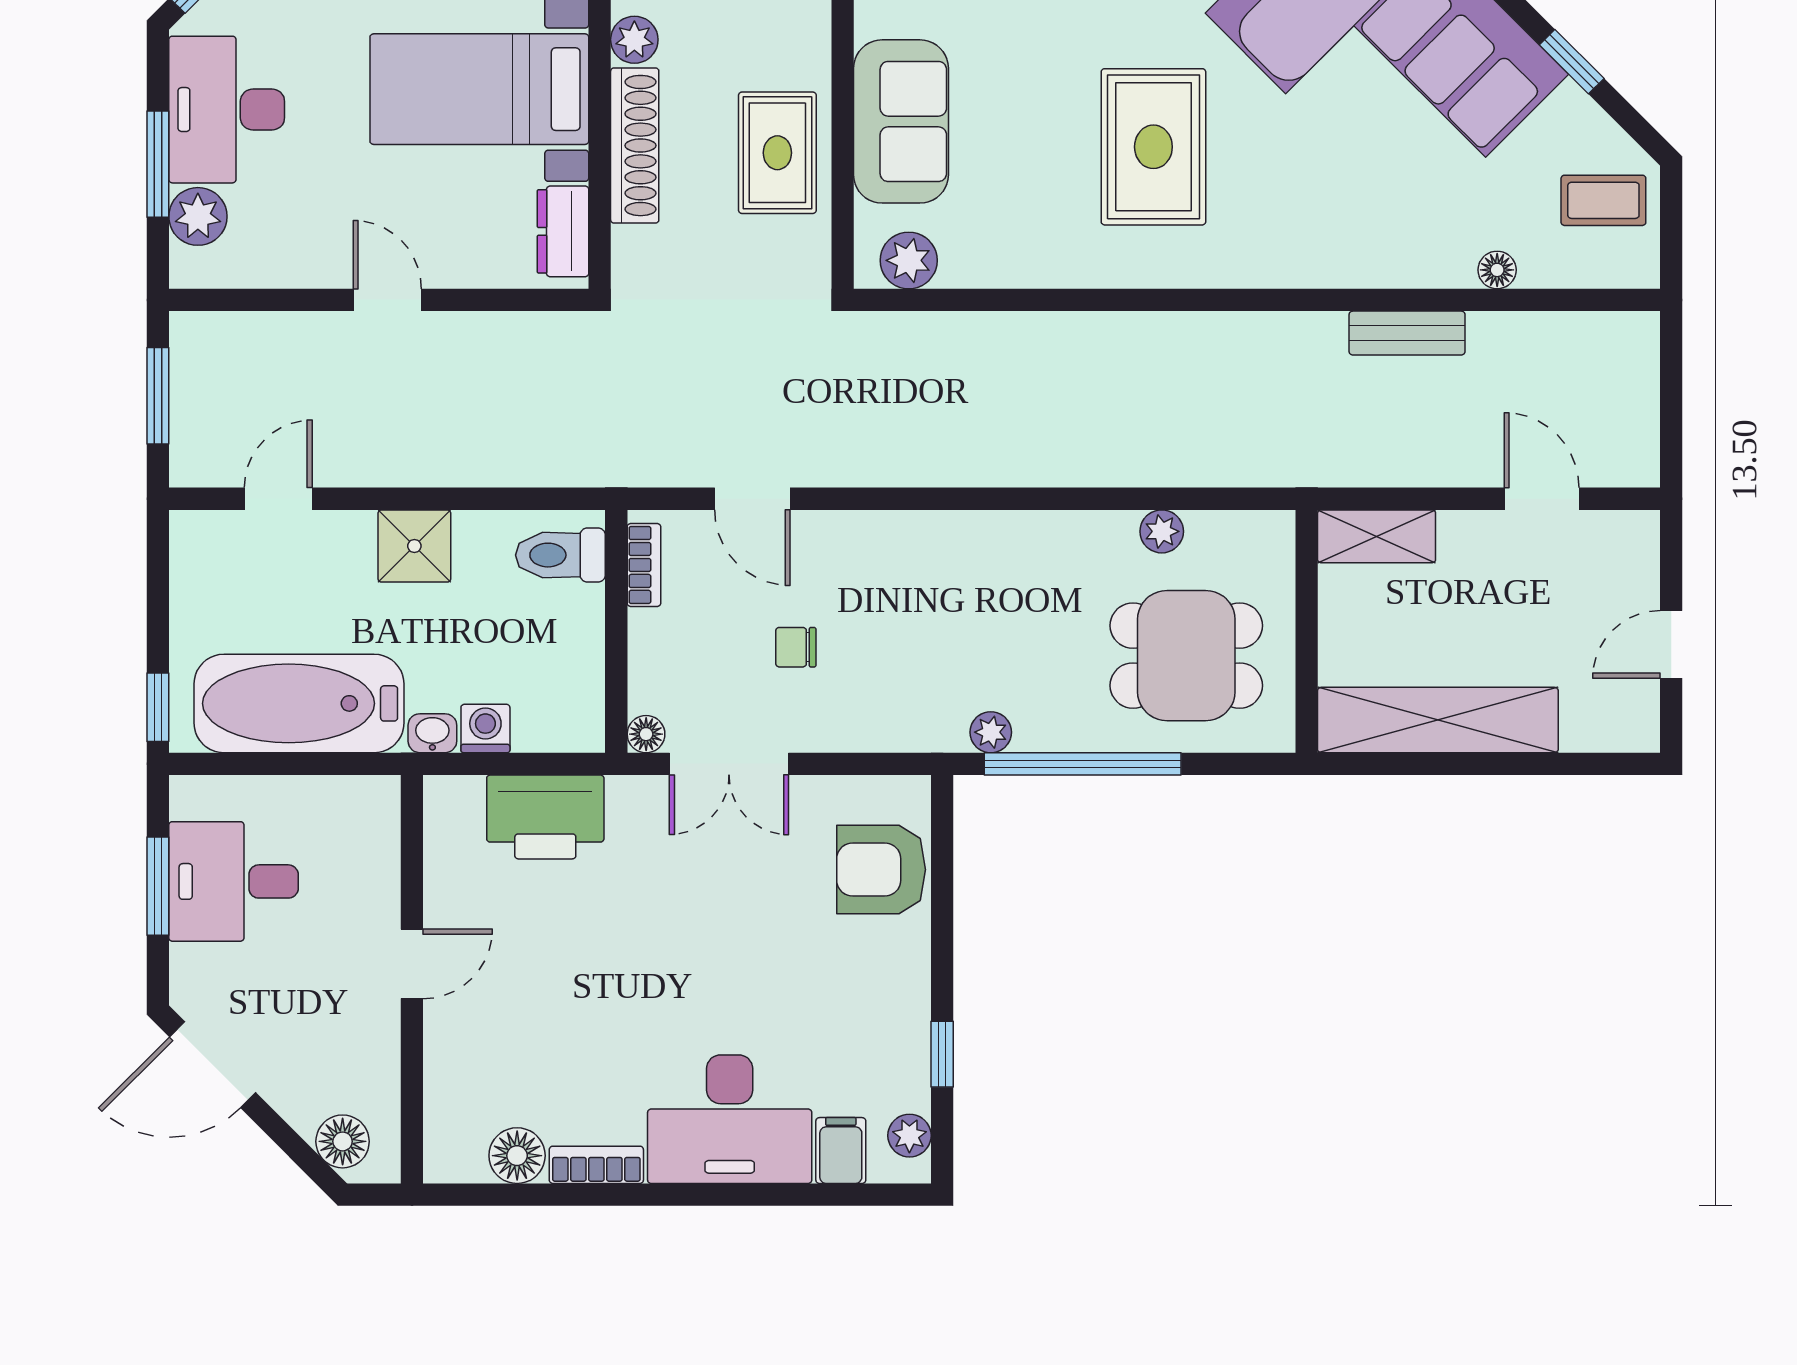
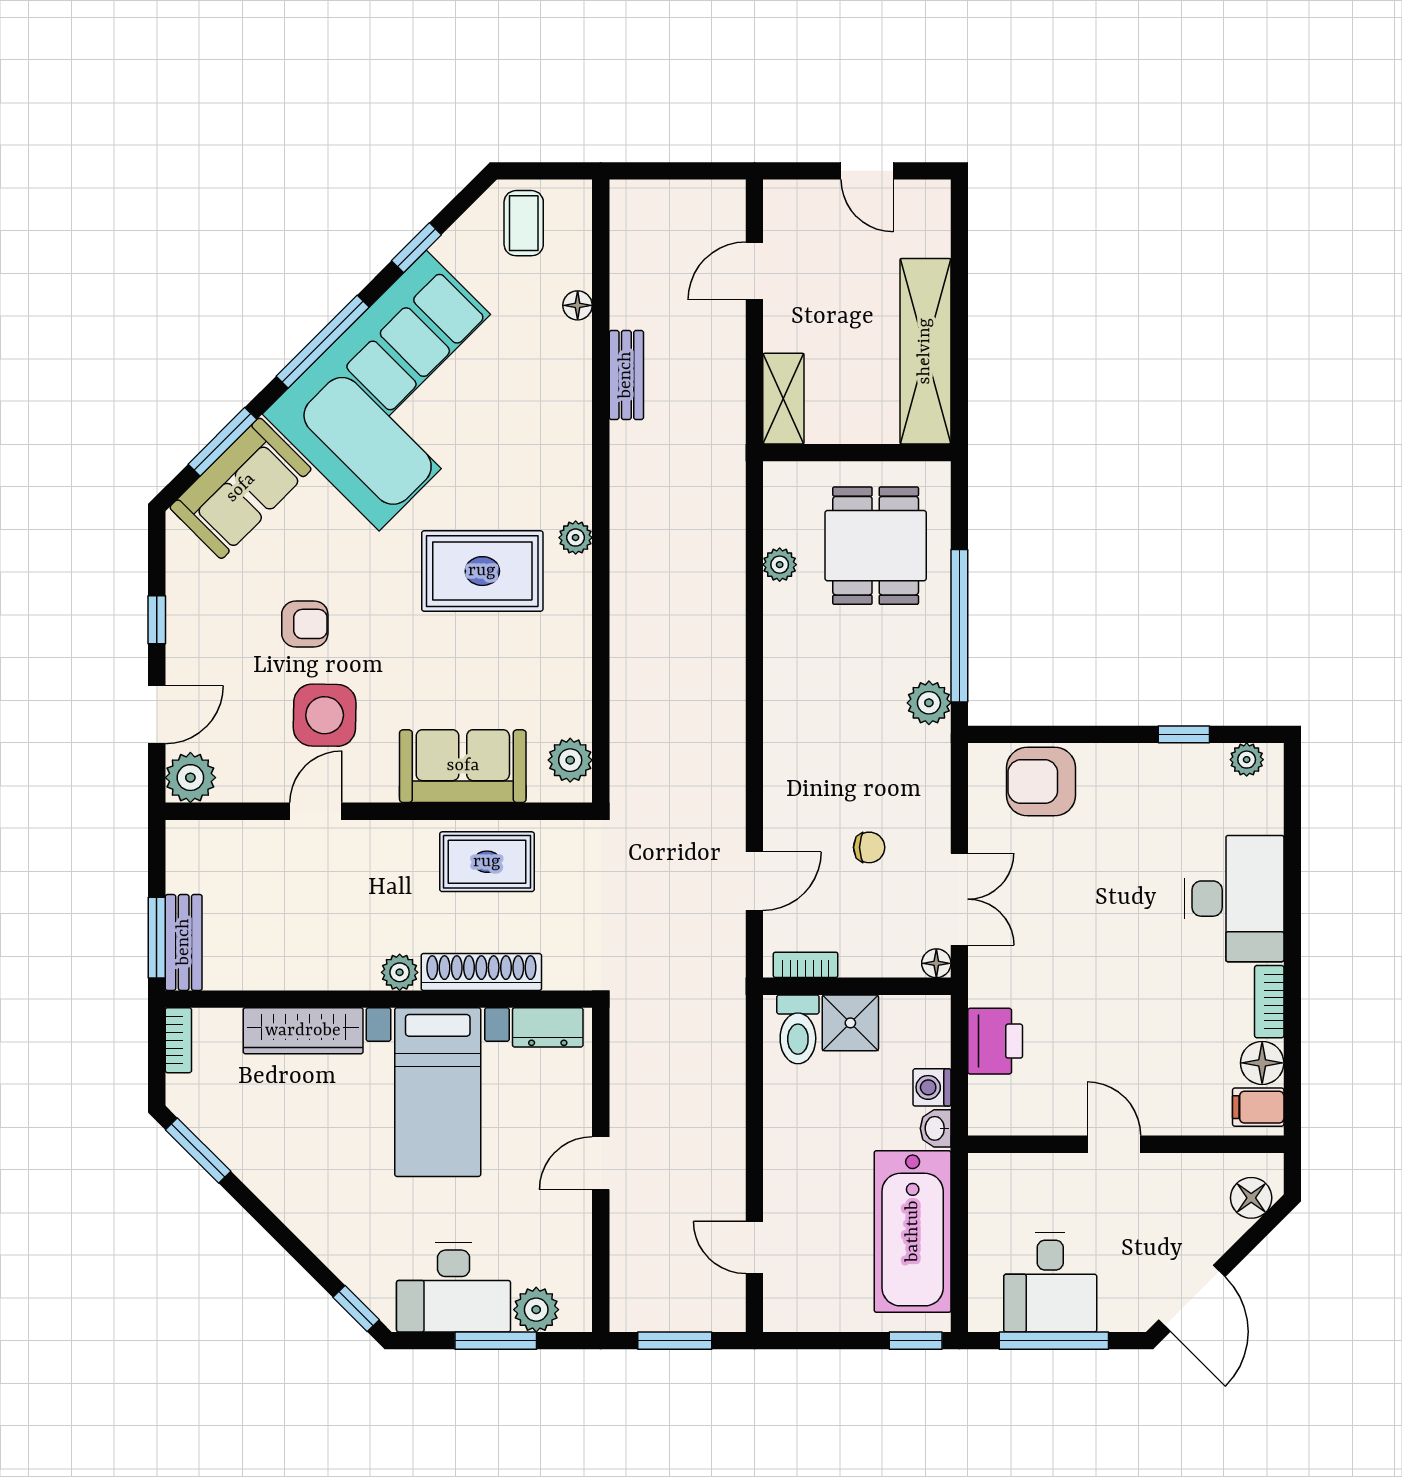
plant: (1197, 267) -> (576, 538), added
shower: (414, 546) -> (850, 1023), moved
chair: (796, 647) -> (869, 847), turned -90
plant: (991, 732) -> (929, 703), width x1.38, depth x1.38
printer: (545, 817) -> (995, 1041), width x0.73, depth x0.84
armchair: (881, 870) -> (1041, 782), turned 90
window: (158, 886) -> (1054, 1341), width x1.44
filing cabinet: (841, 1151) -> (1258, 1107), moved

